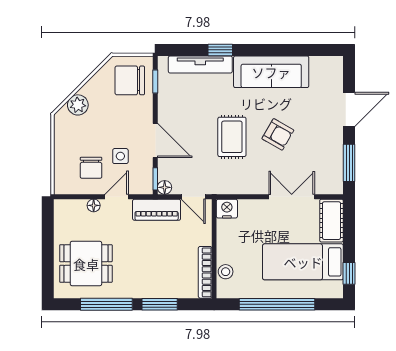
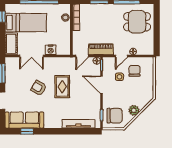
window: (220, 50) -> (27, 131), moved
sofa: (271, 72) -> (24, 120), moved
plant: (78, 105) -> (134, 110), moved
door: (193, 197) -> (82, 56), swing flipped
nightstand: (227, 209) -> (51, 50), moved

